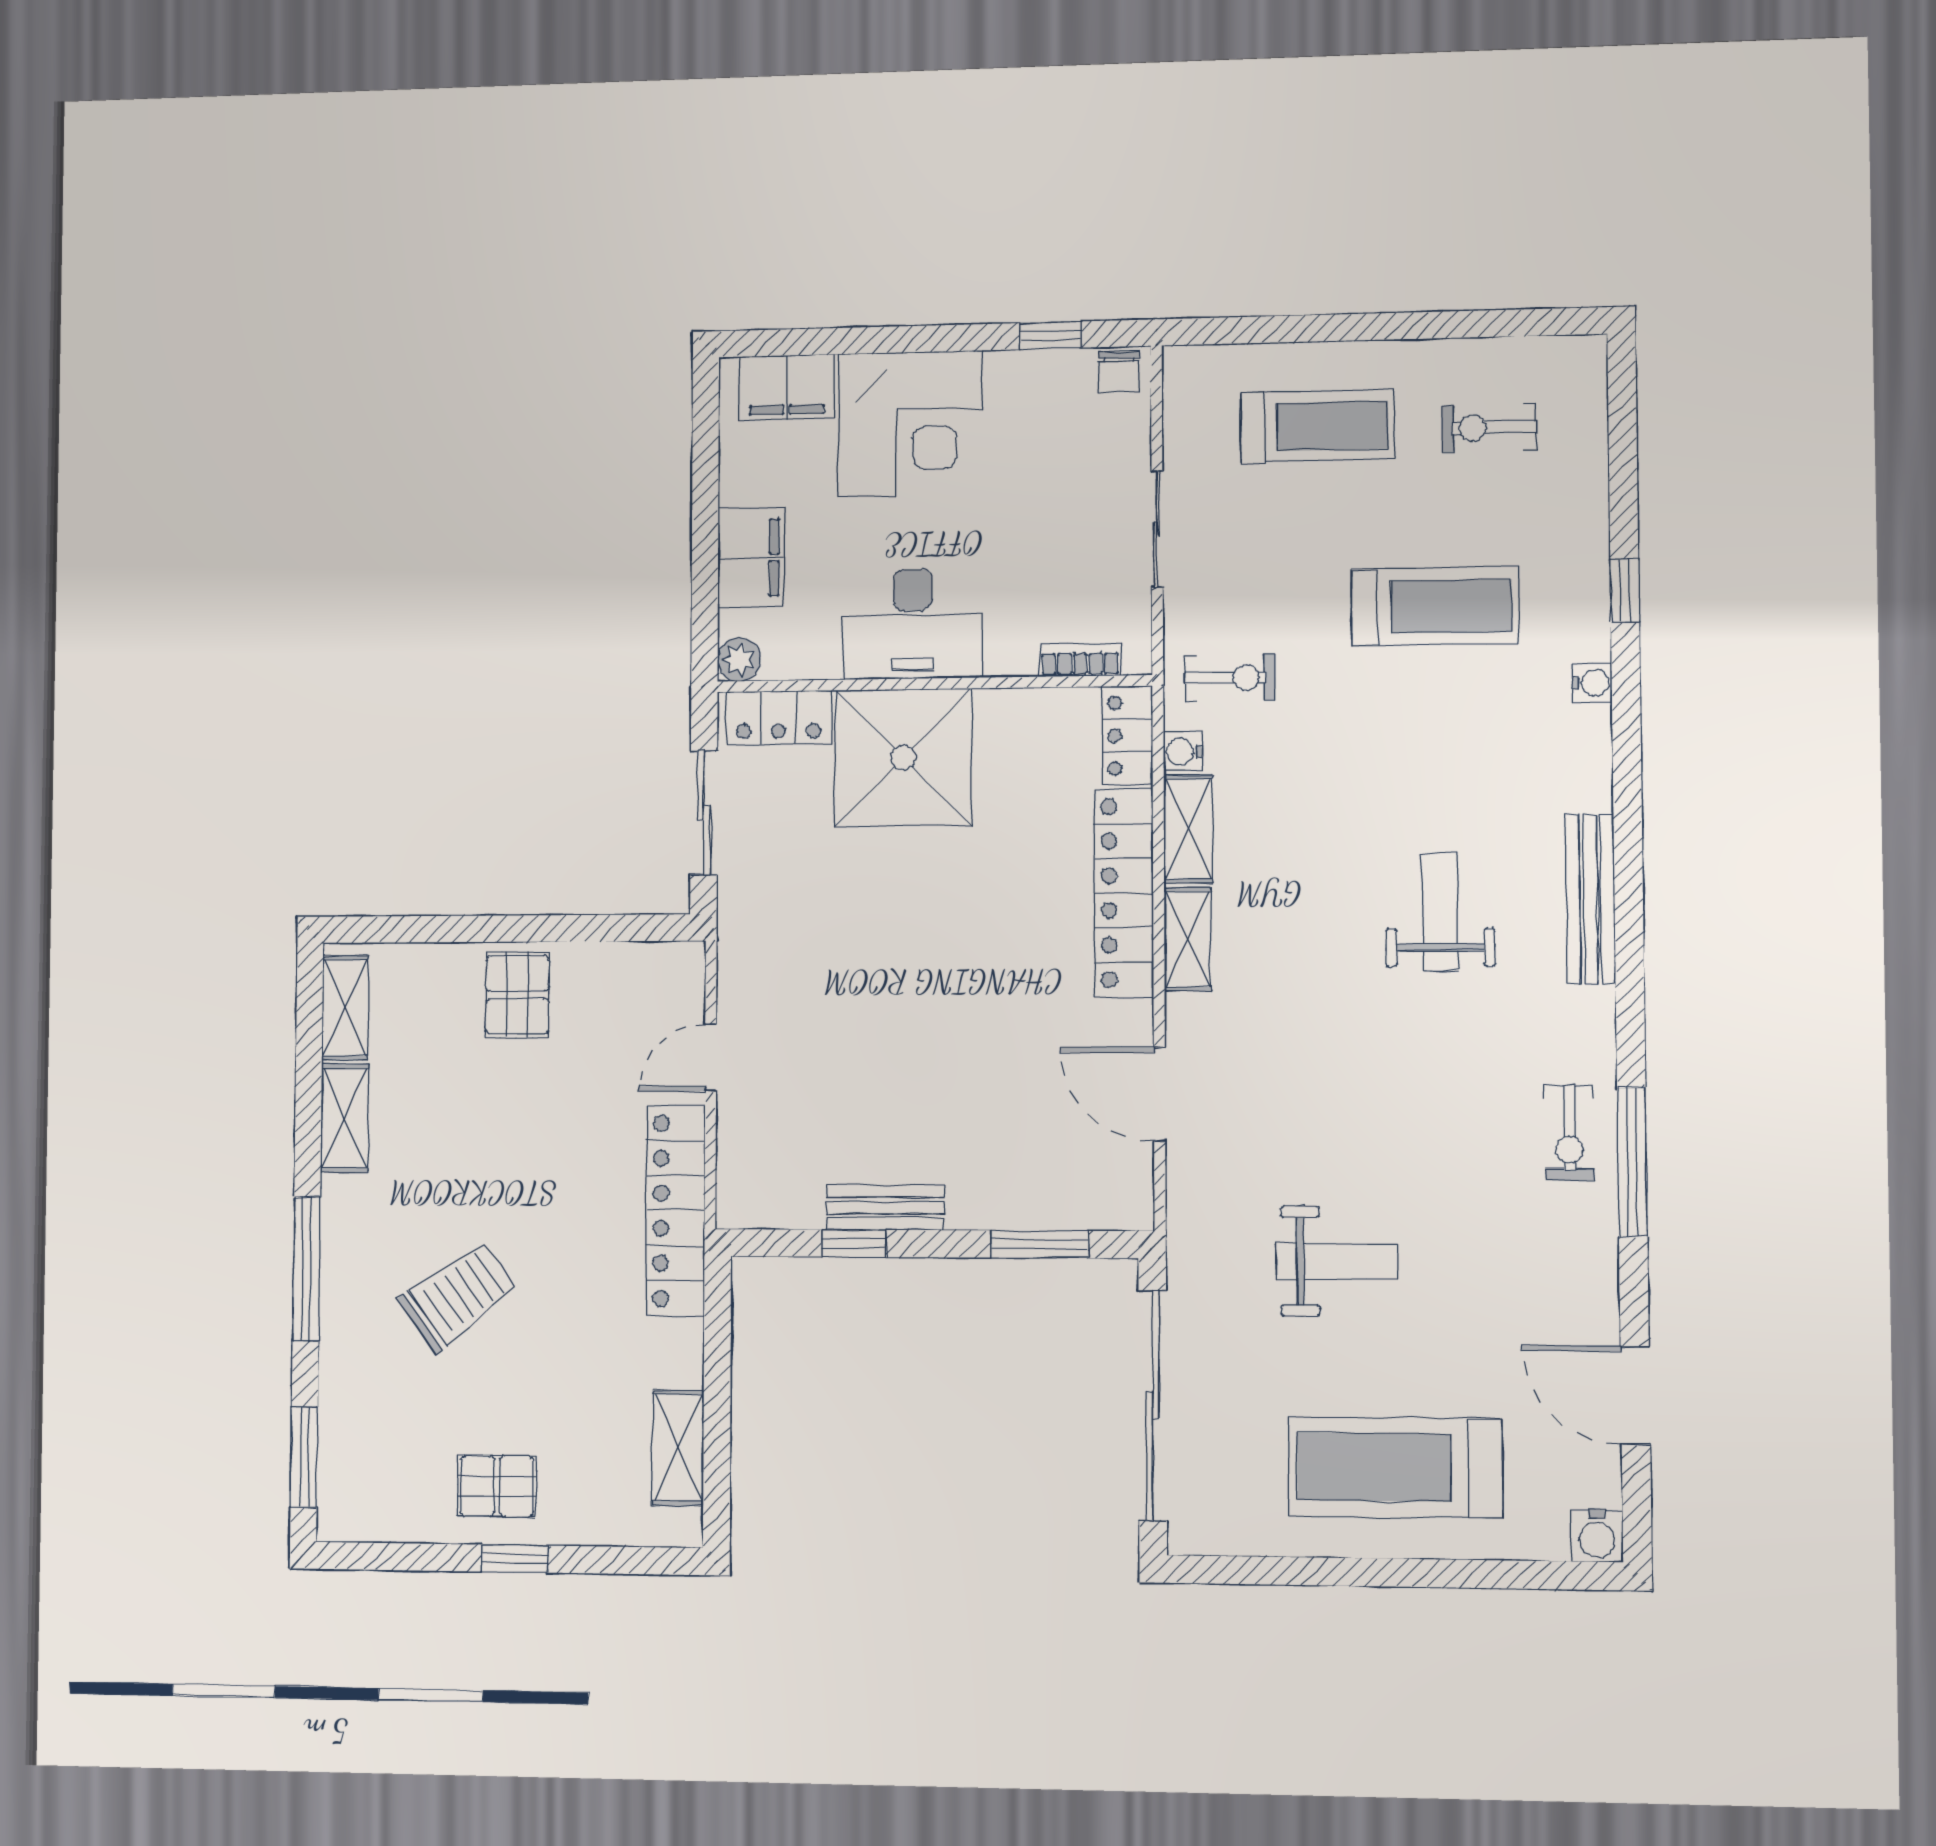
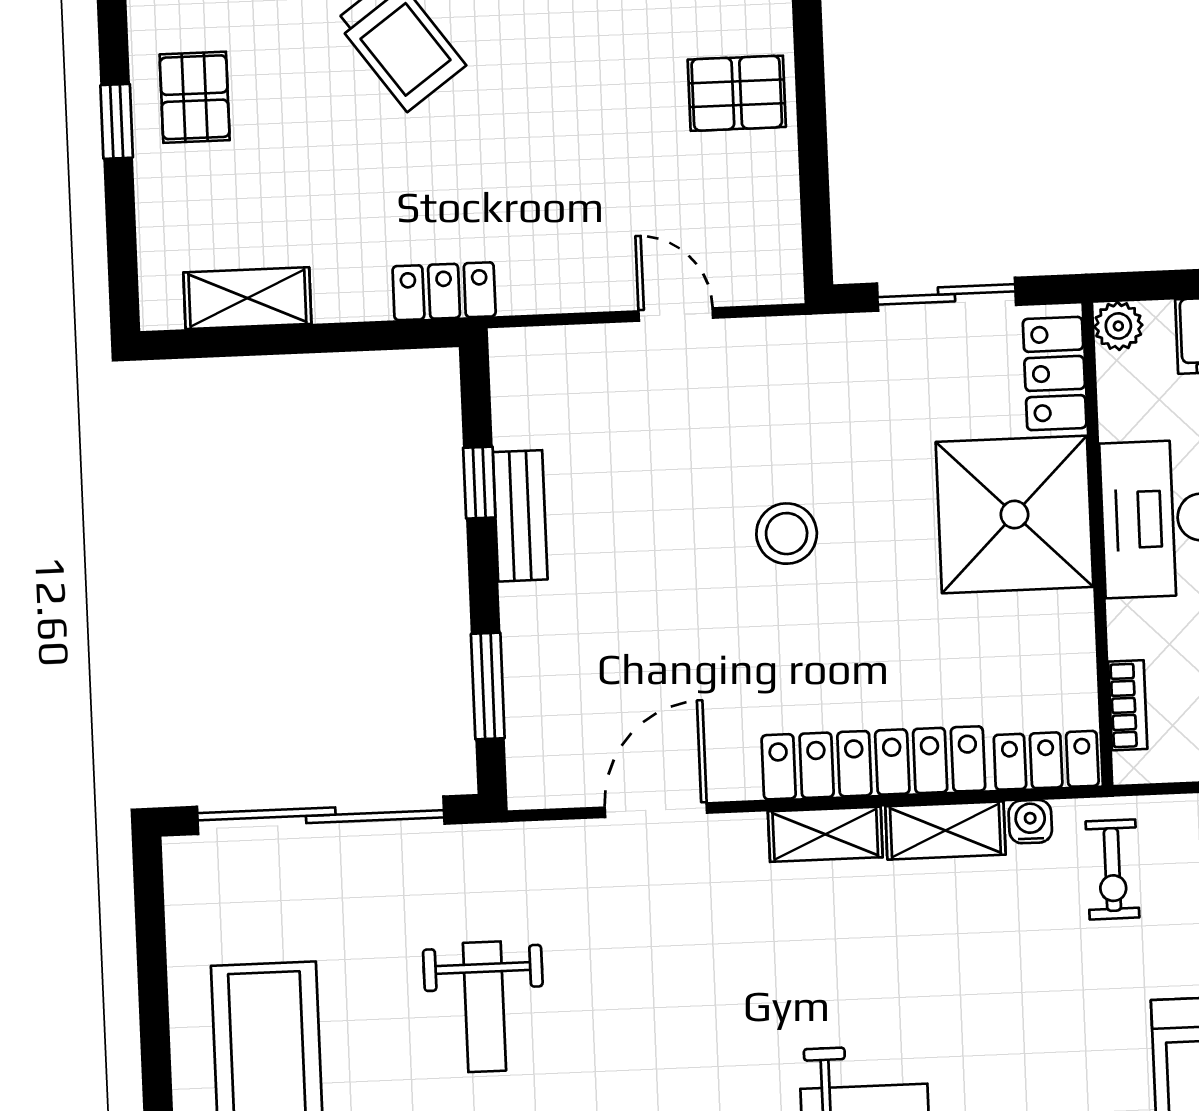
stool: (912, 965) -> (787, 534), added
locker: (675, 1211) -> (444, 291), width x0.46, depth x0.83

